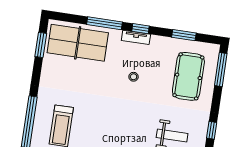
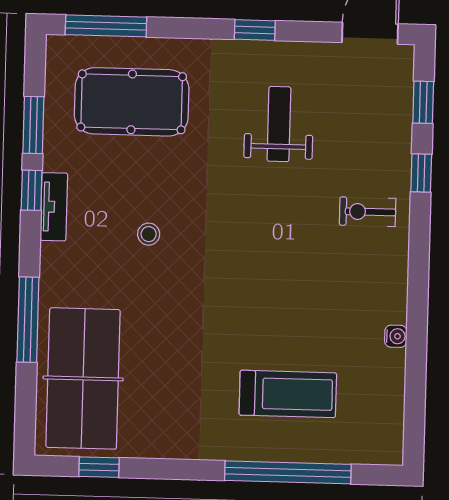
window: (141, 29) -> (32, 190), moved
tv unit: (136, 37) -> (54, 207), moved
window: (41, 45) -> (99, 467), width x0.67

